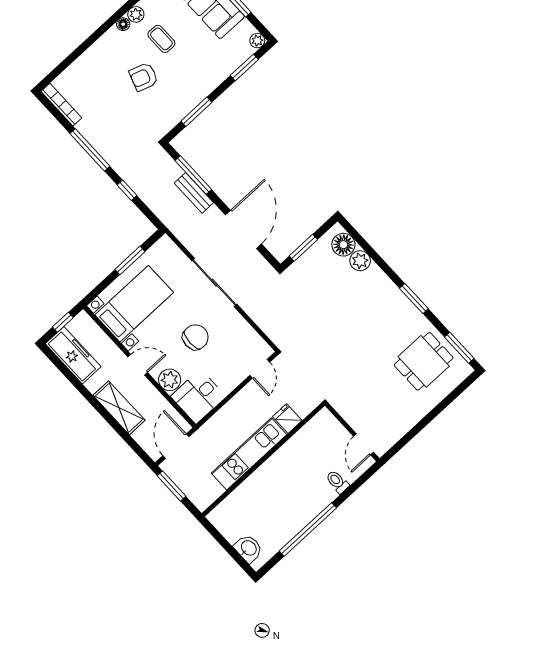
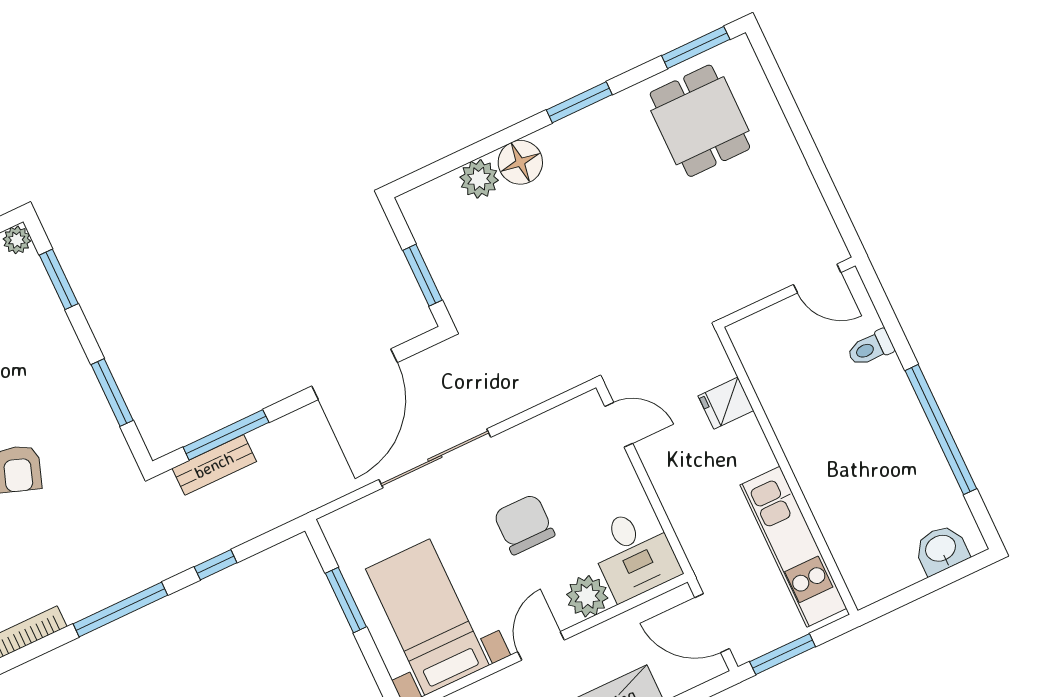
bench: (194, 193) -> (214, 465), moved
door: (243, 229) -> (355, 374), swing flipped
floor lamp: (343, 245) -> (520, 162), moved
kitchen unit: (249, 454) -> (793, 547), moved

